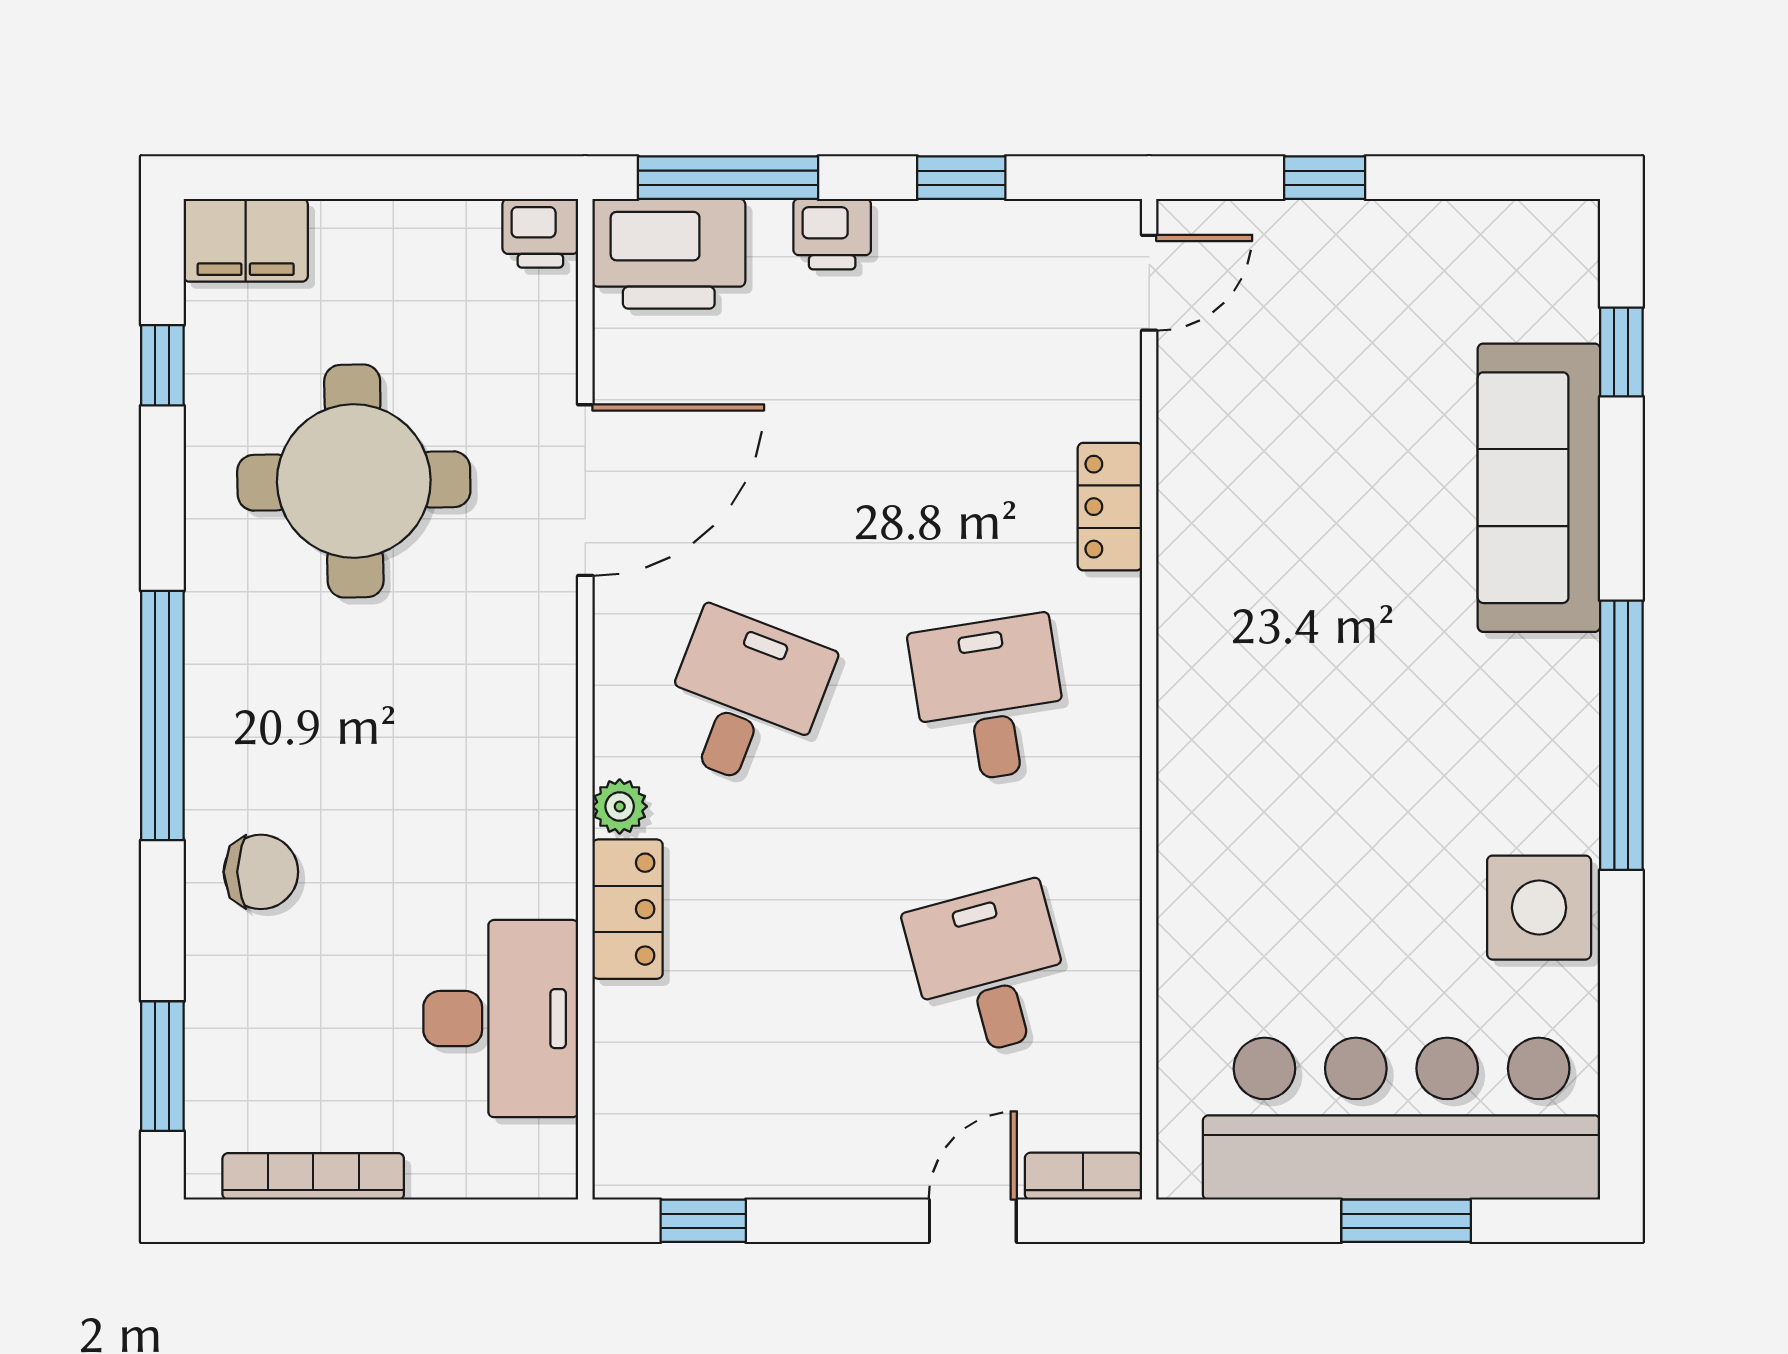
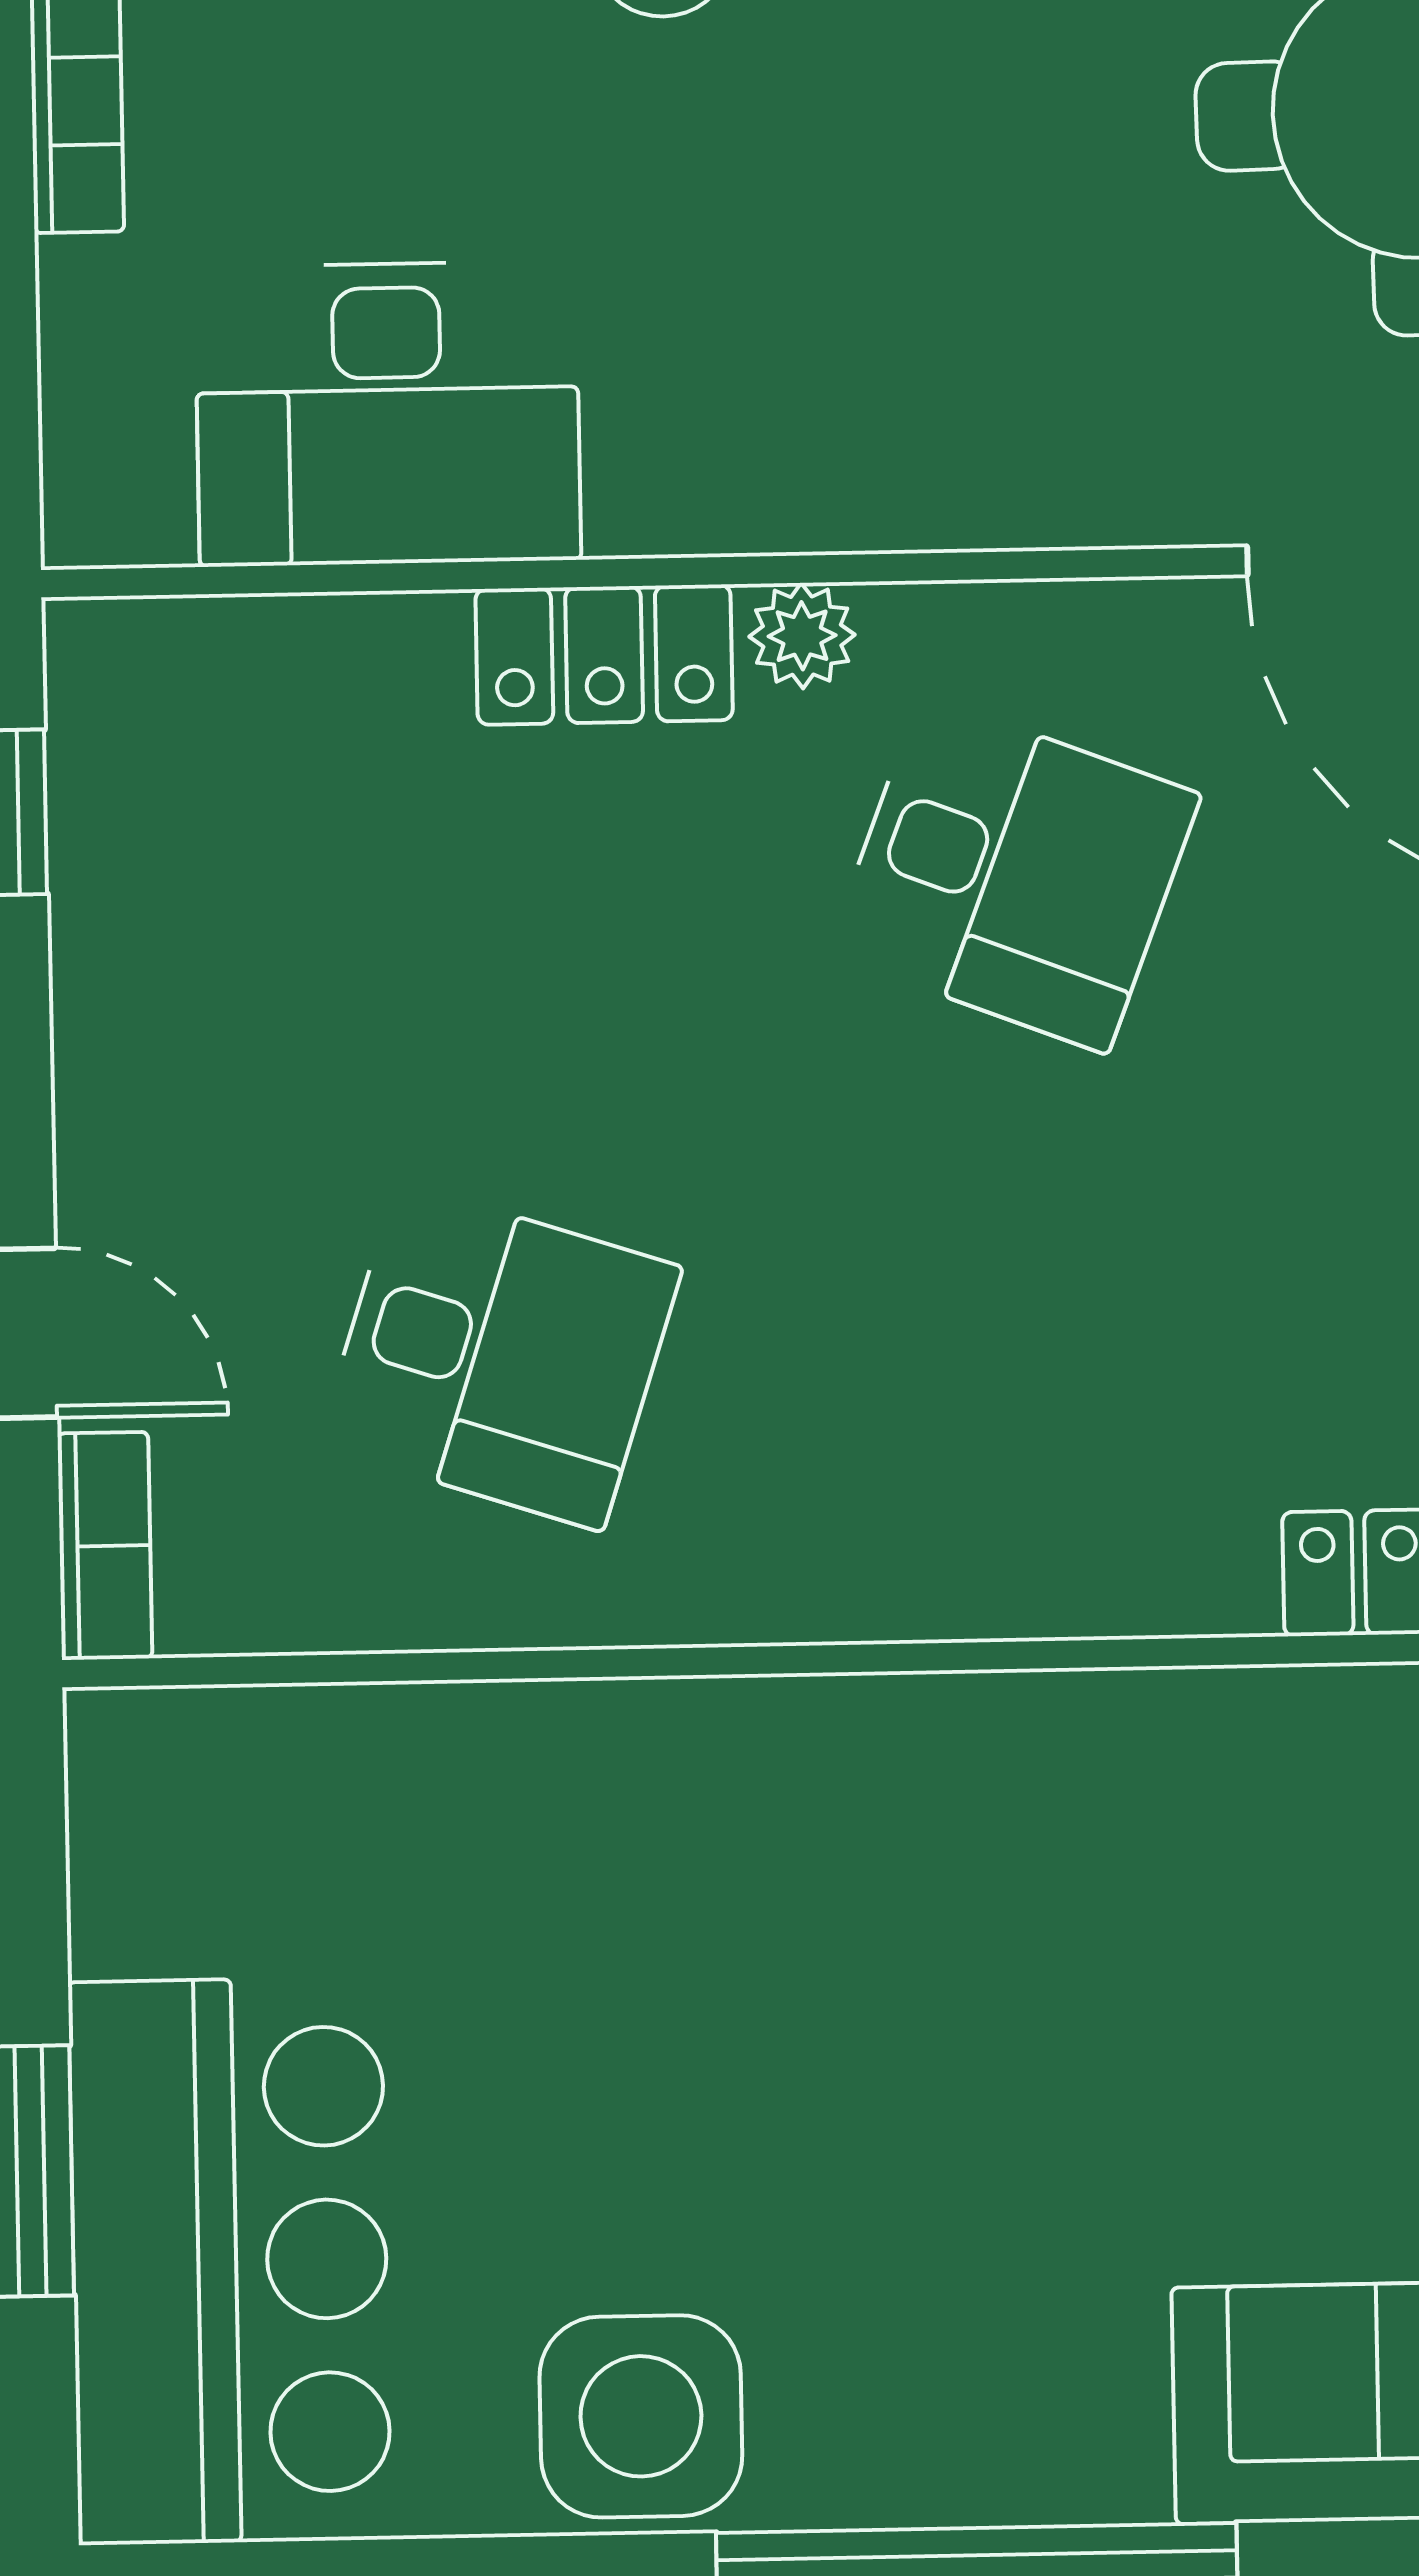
desk: (989, 699) -> (1023, 1346), removed
desk: (989, 970) -> (500, 1356), turned 33
bar counter: (1402, 1119) -> (230, 2261), width x0.73

